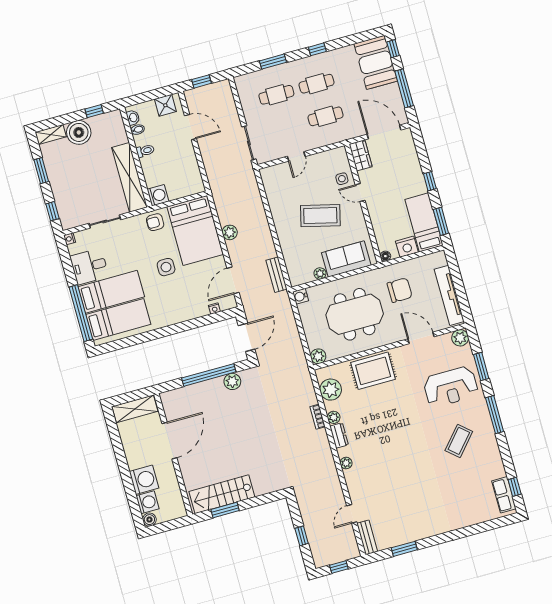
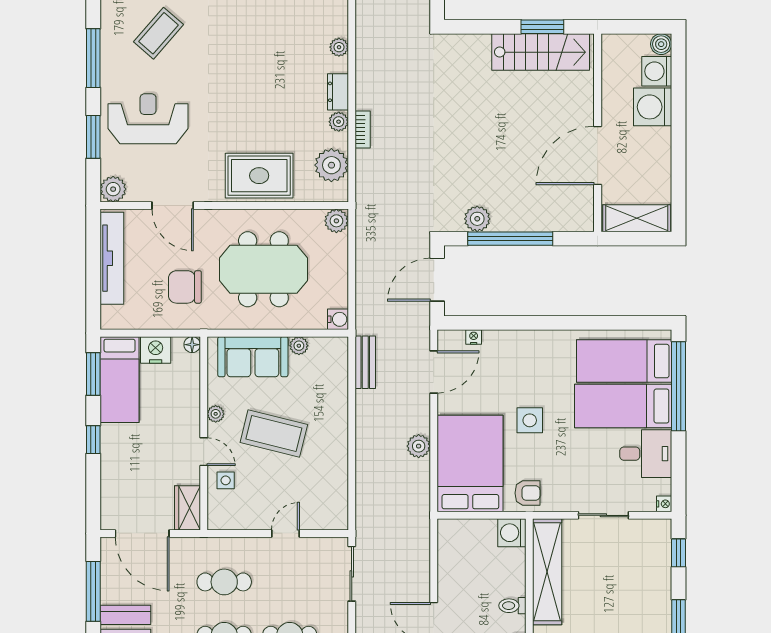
plant: (359, 218) -> (216, 414), added

